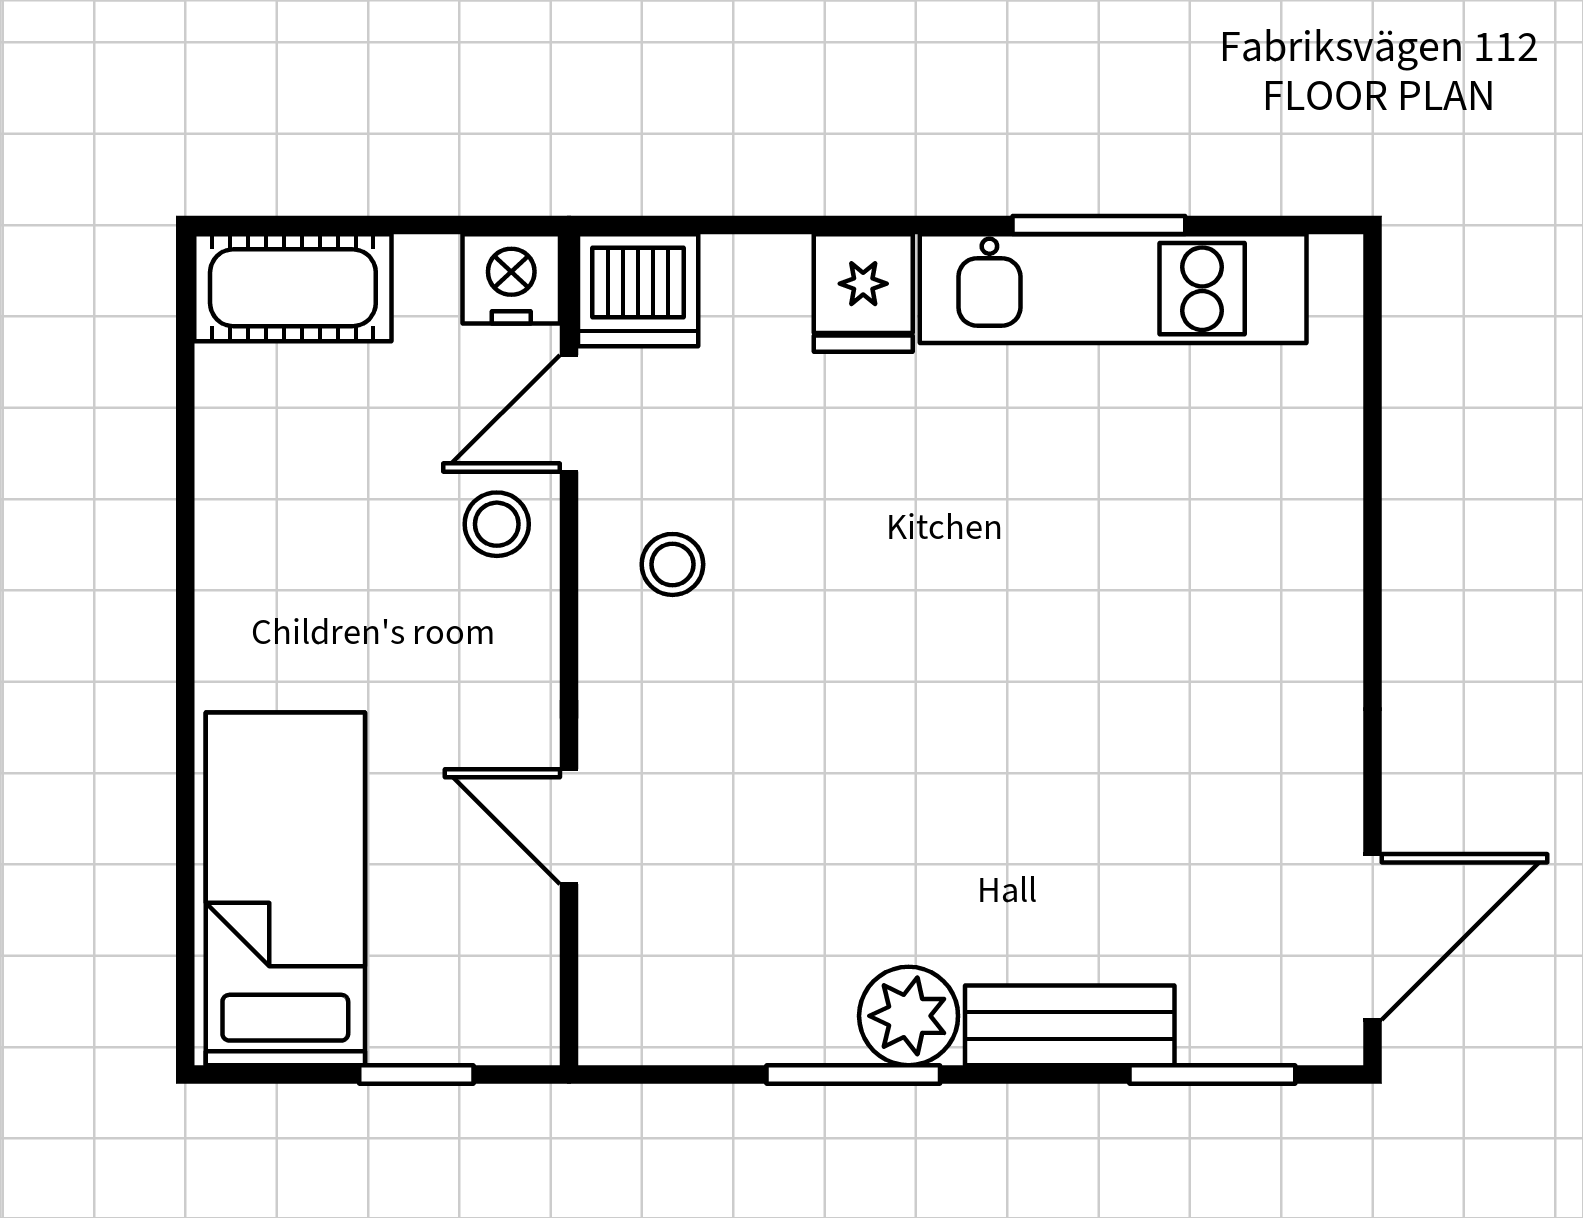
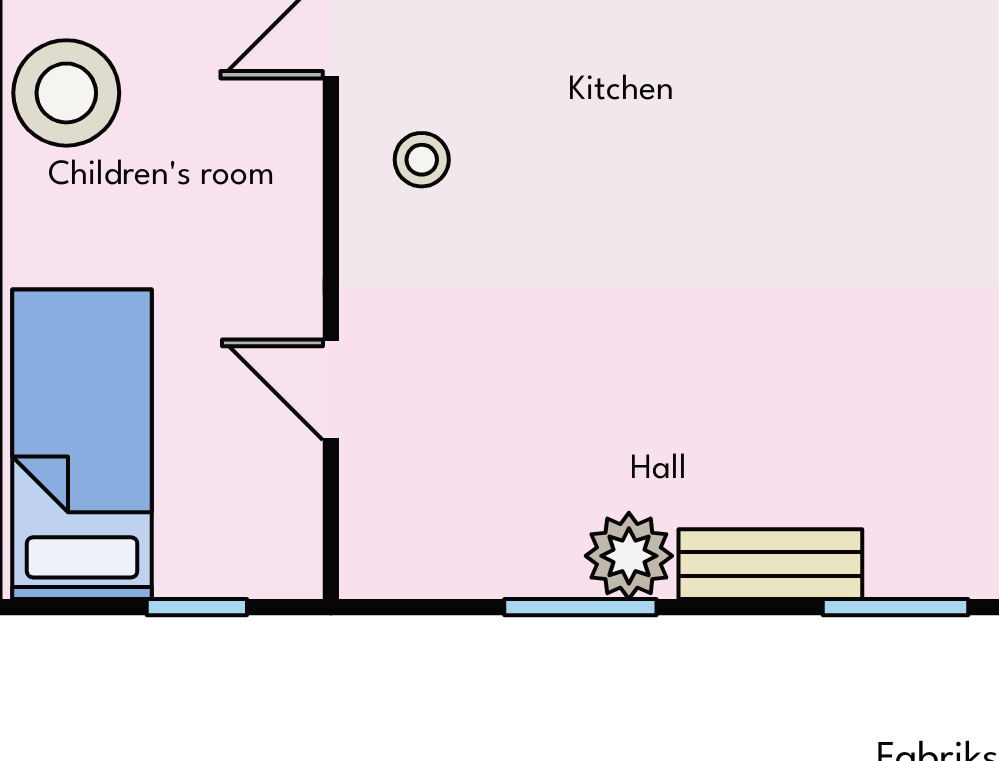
stool: (497, 524) -> (66, 93), moved, width x1.89, depth x1.89

